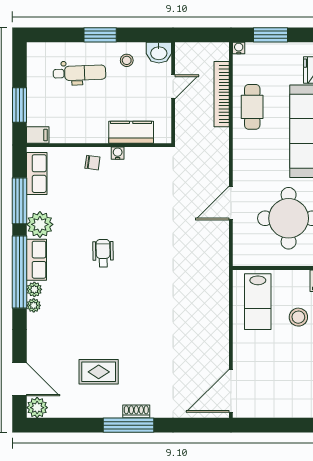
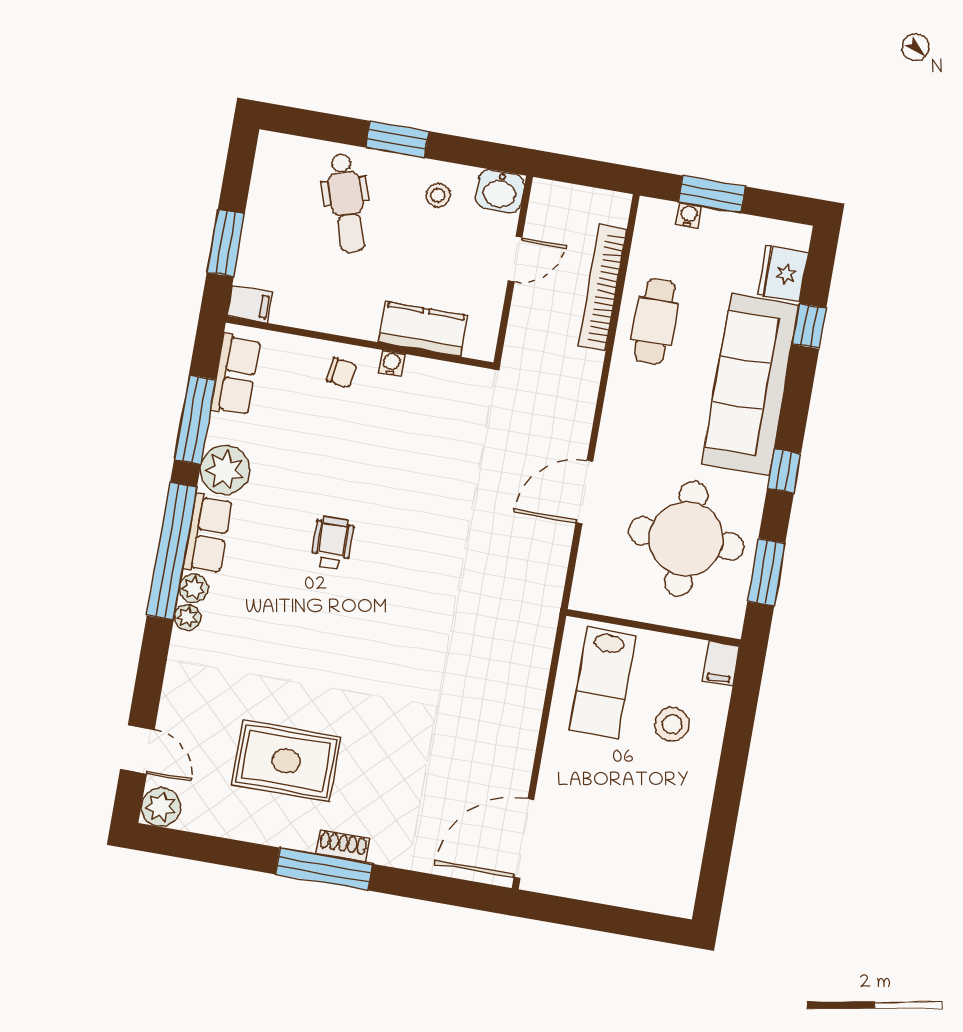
water cooler: (239, 48) -> (689, 215), moved
dental chair: (79, 73) -> (347, 203), turned 74
rug: (99, 372) -> (286, 761), width x1.36, depth x1.43
door: (19, 379) -> (137, 750), width x0.73

